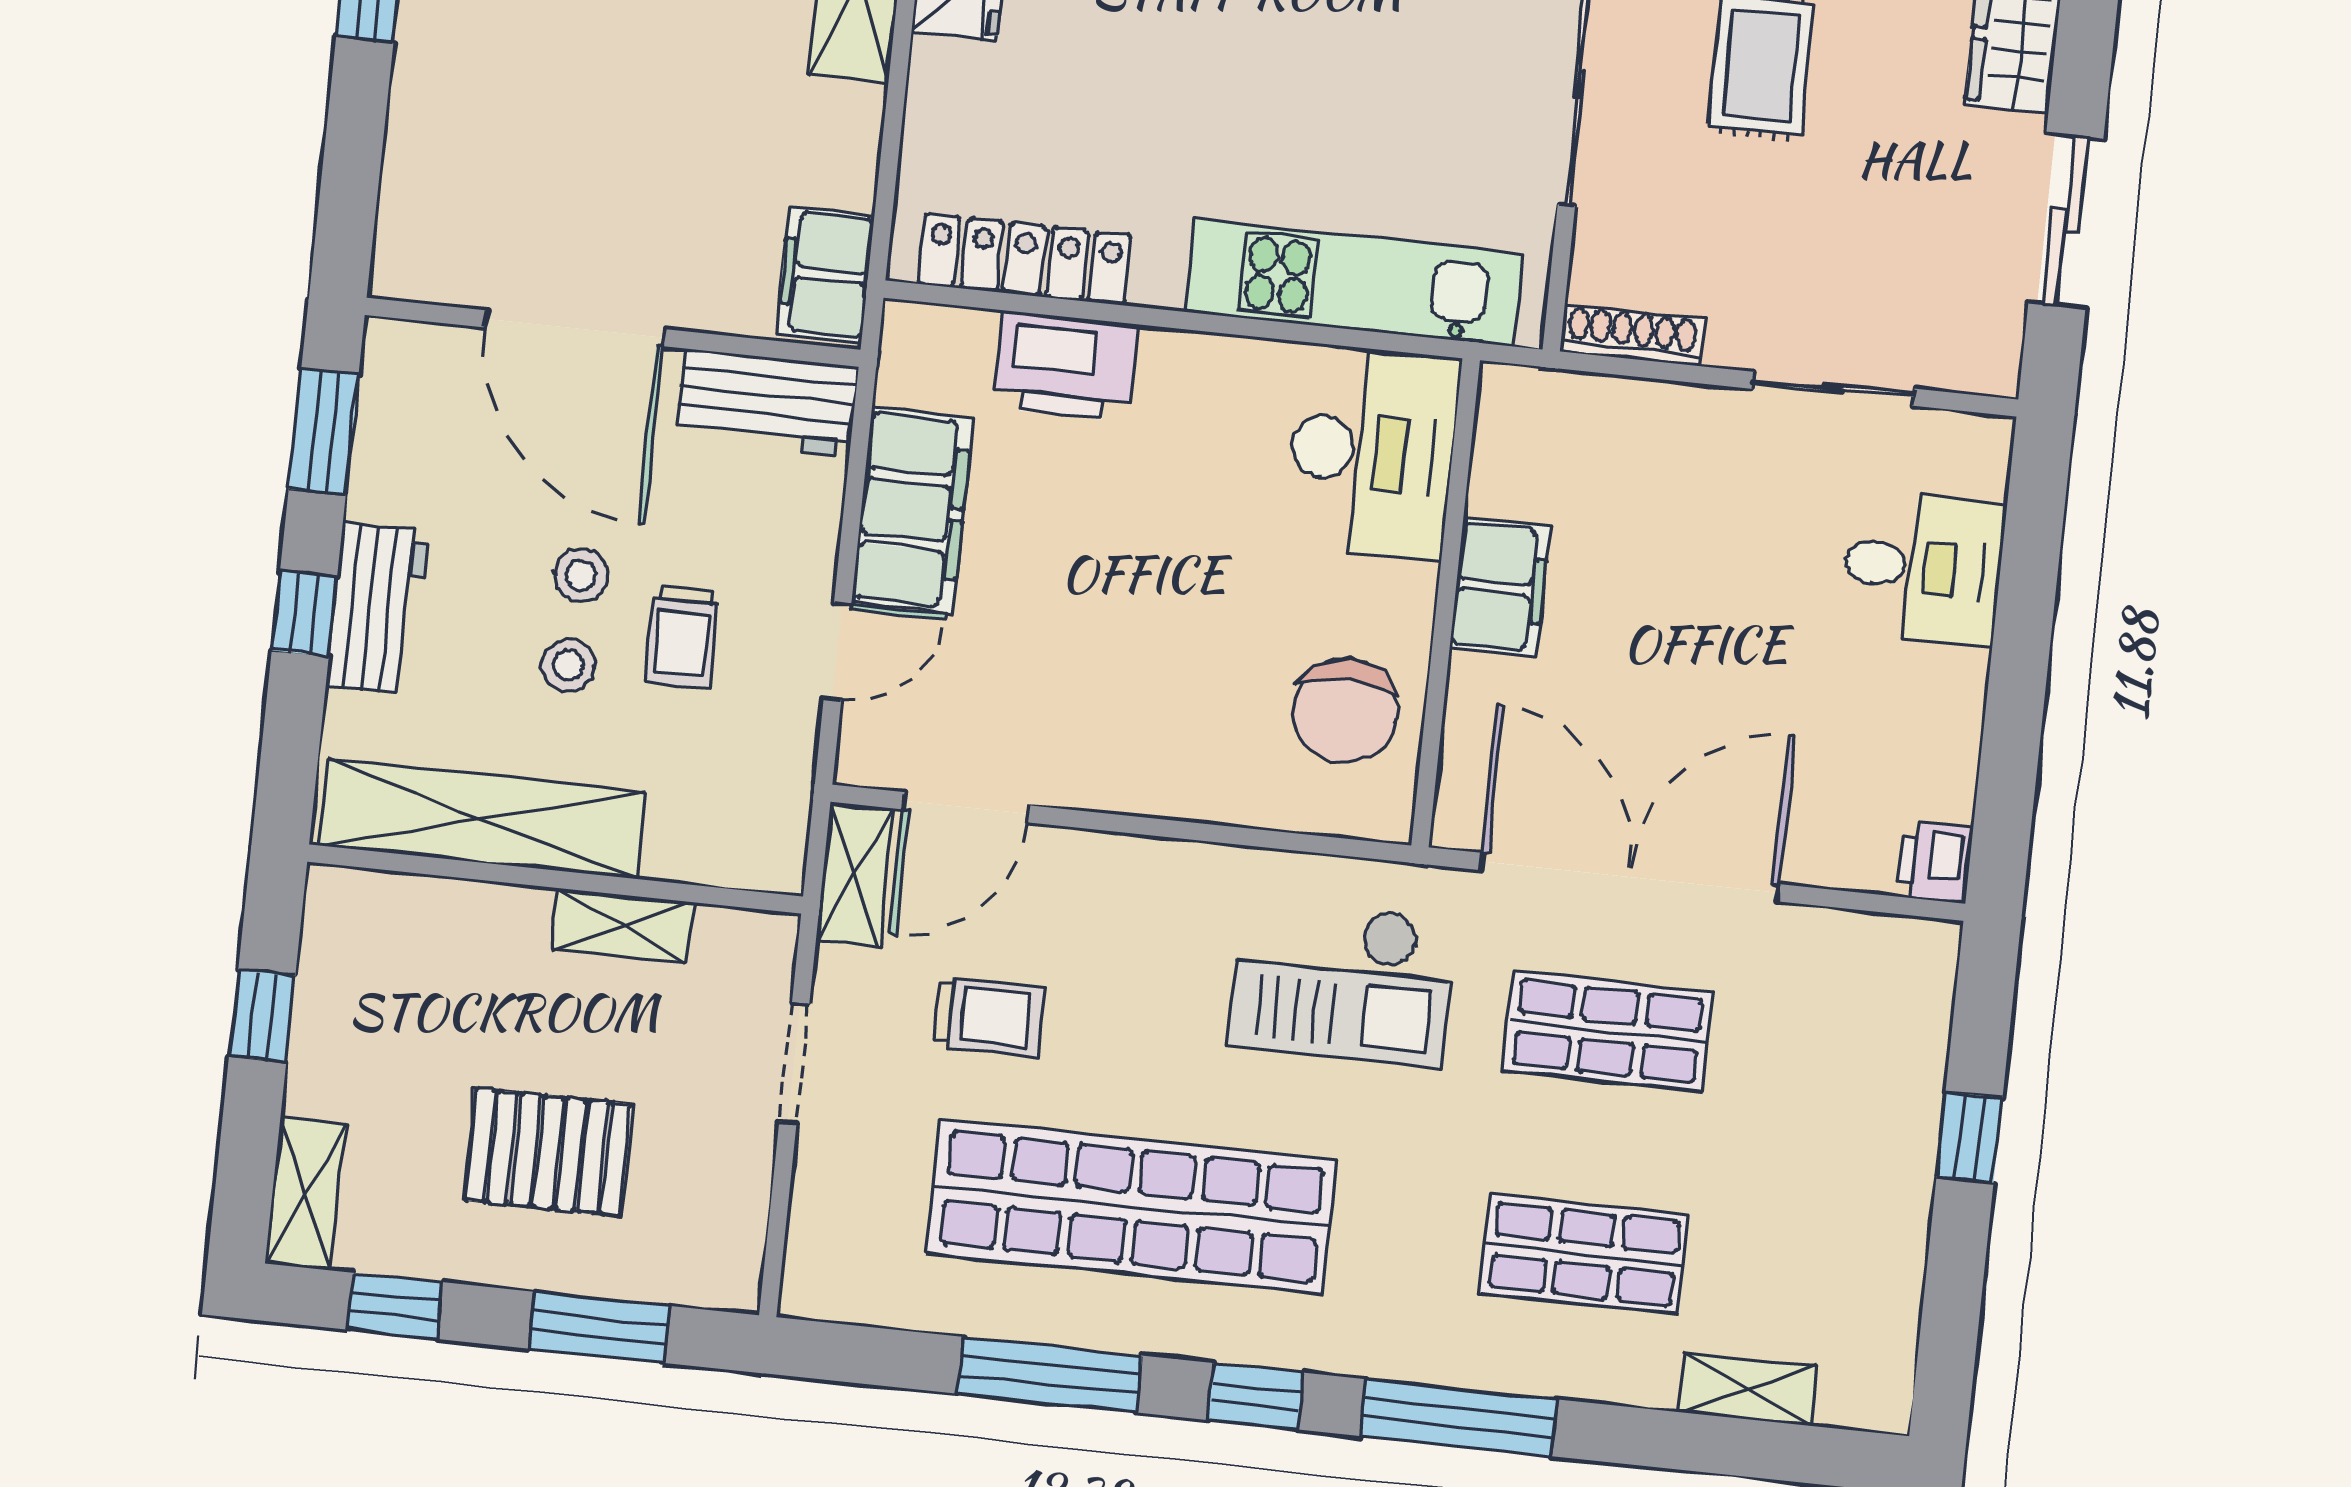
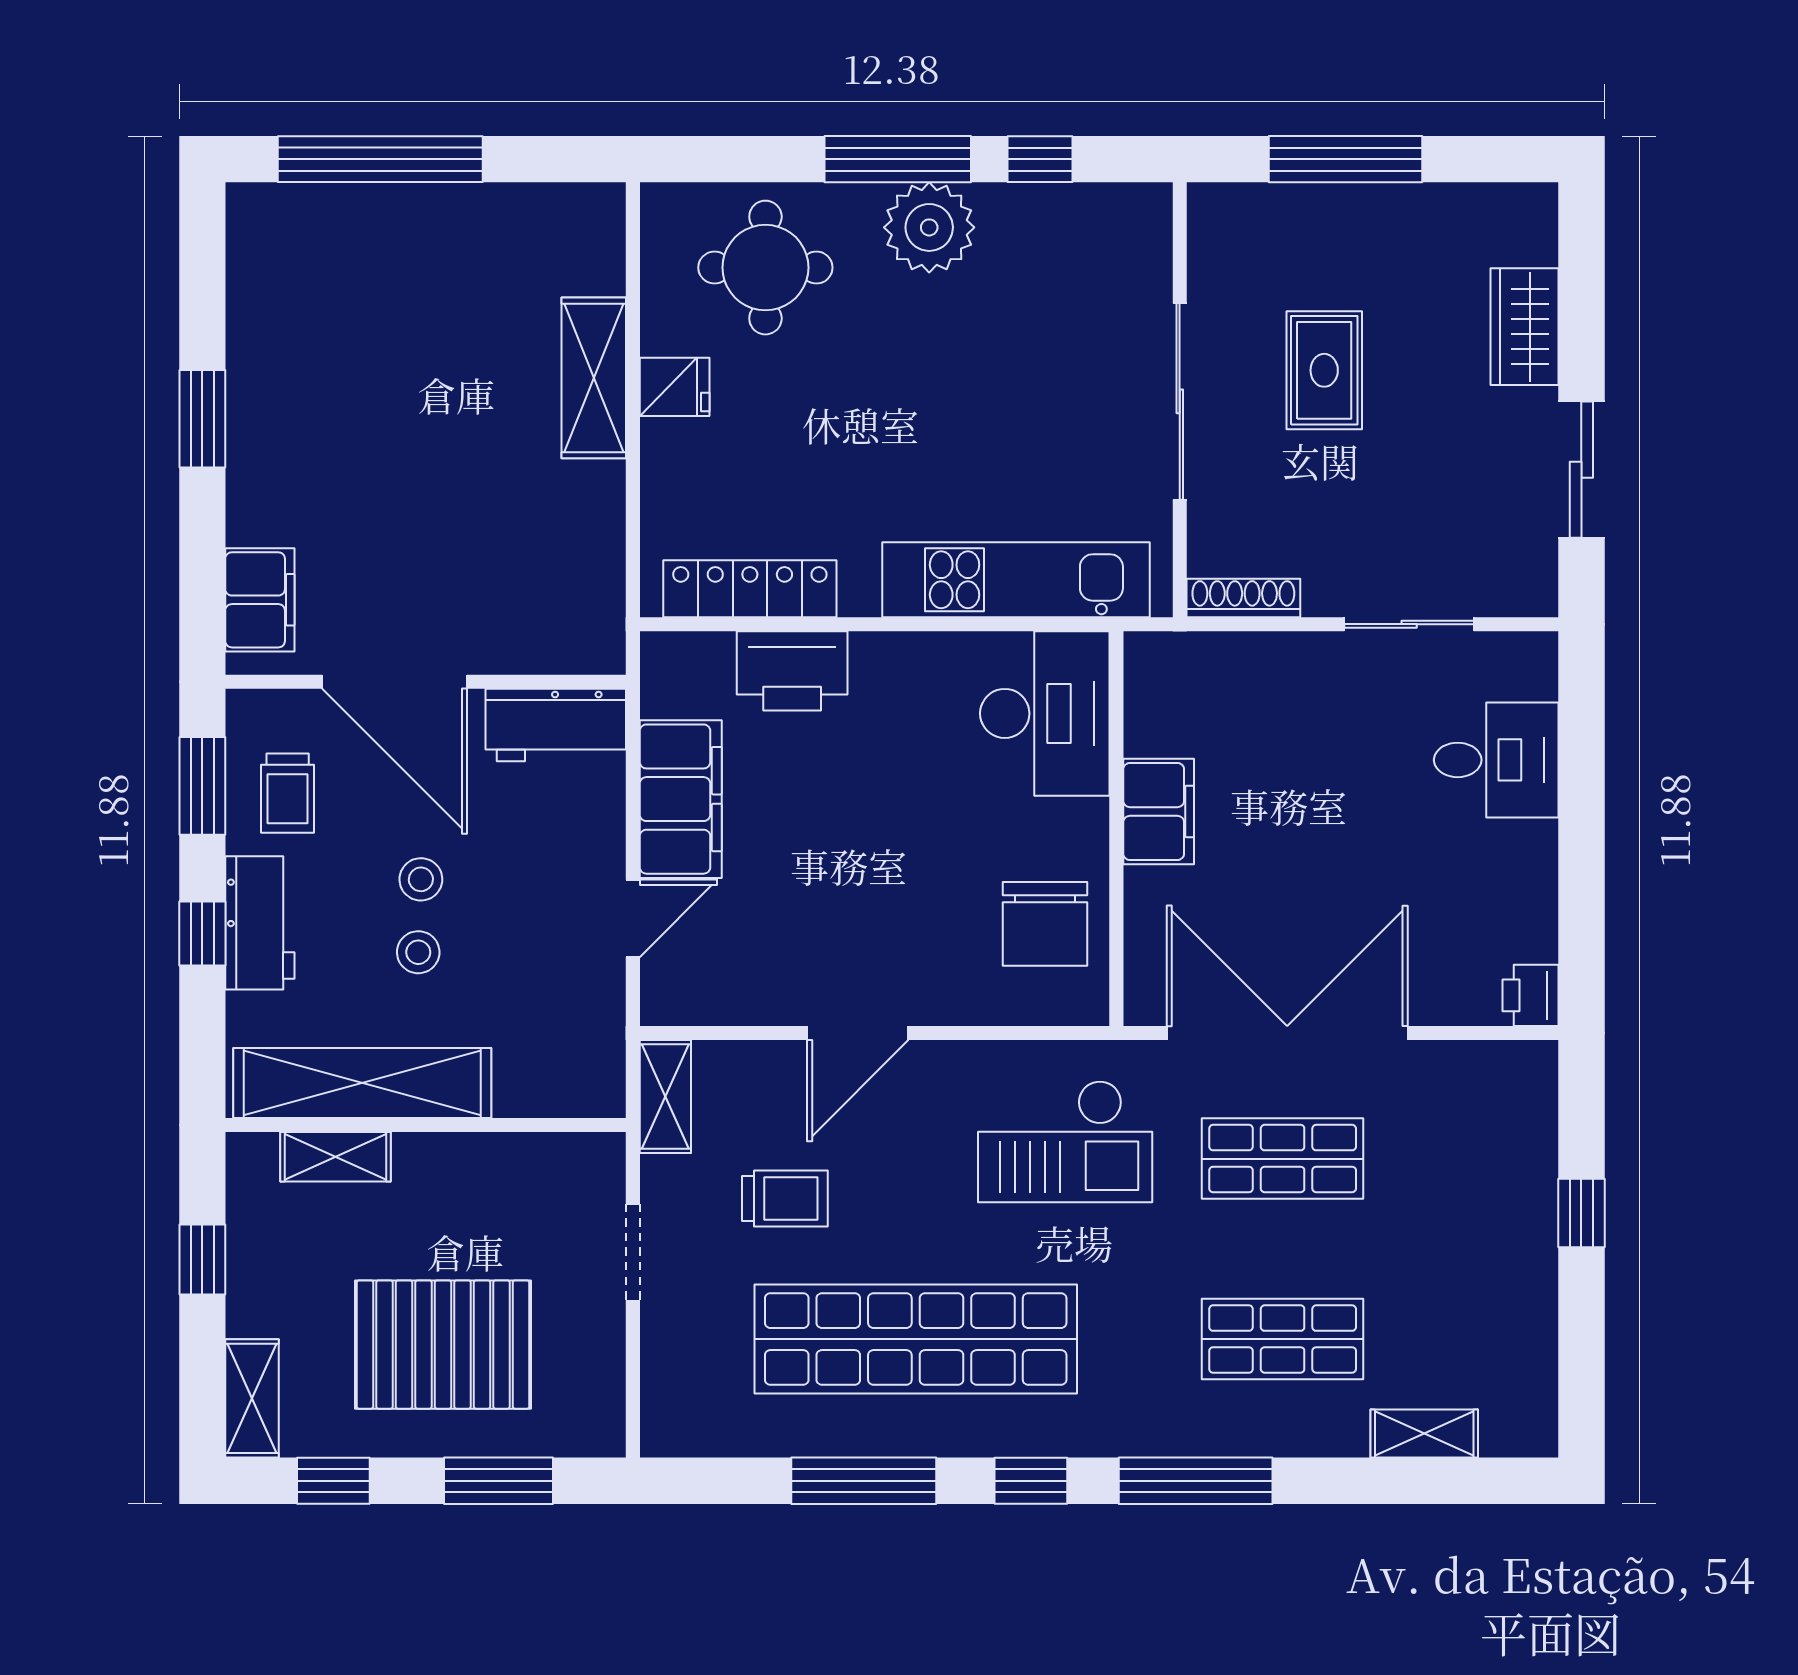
filing cabinet: (825, 274) -> (260, 600), moved, turned 180
trolley: (682, 637) -> (288, 793), moved
door: (966, 807) -> (858, 1033), moved
shelving: (622, 926) -> (336, 1157), moved
pallet: (548, 1152) -> (443, 1345), width x1.37, depth x1.41

